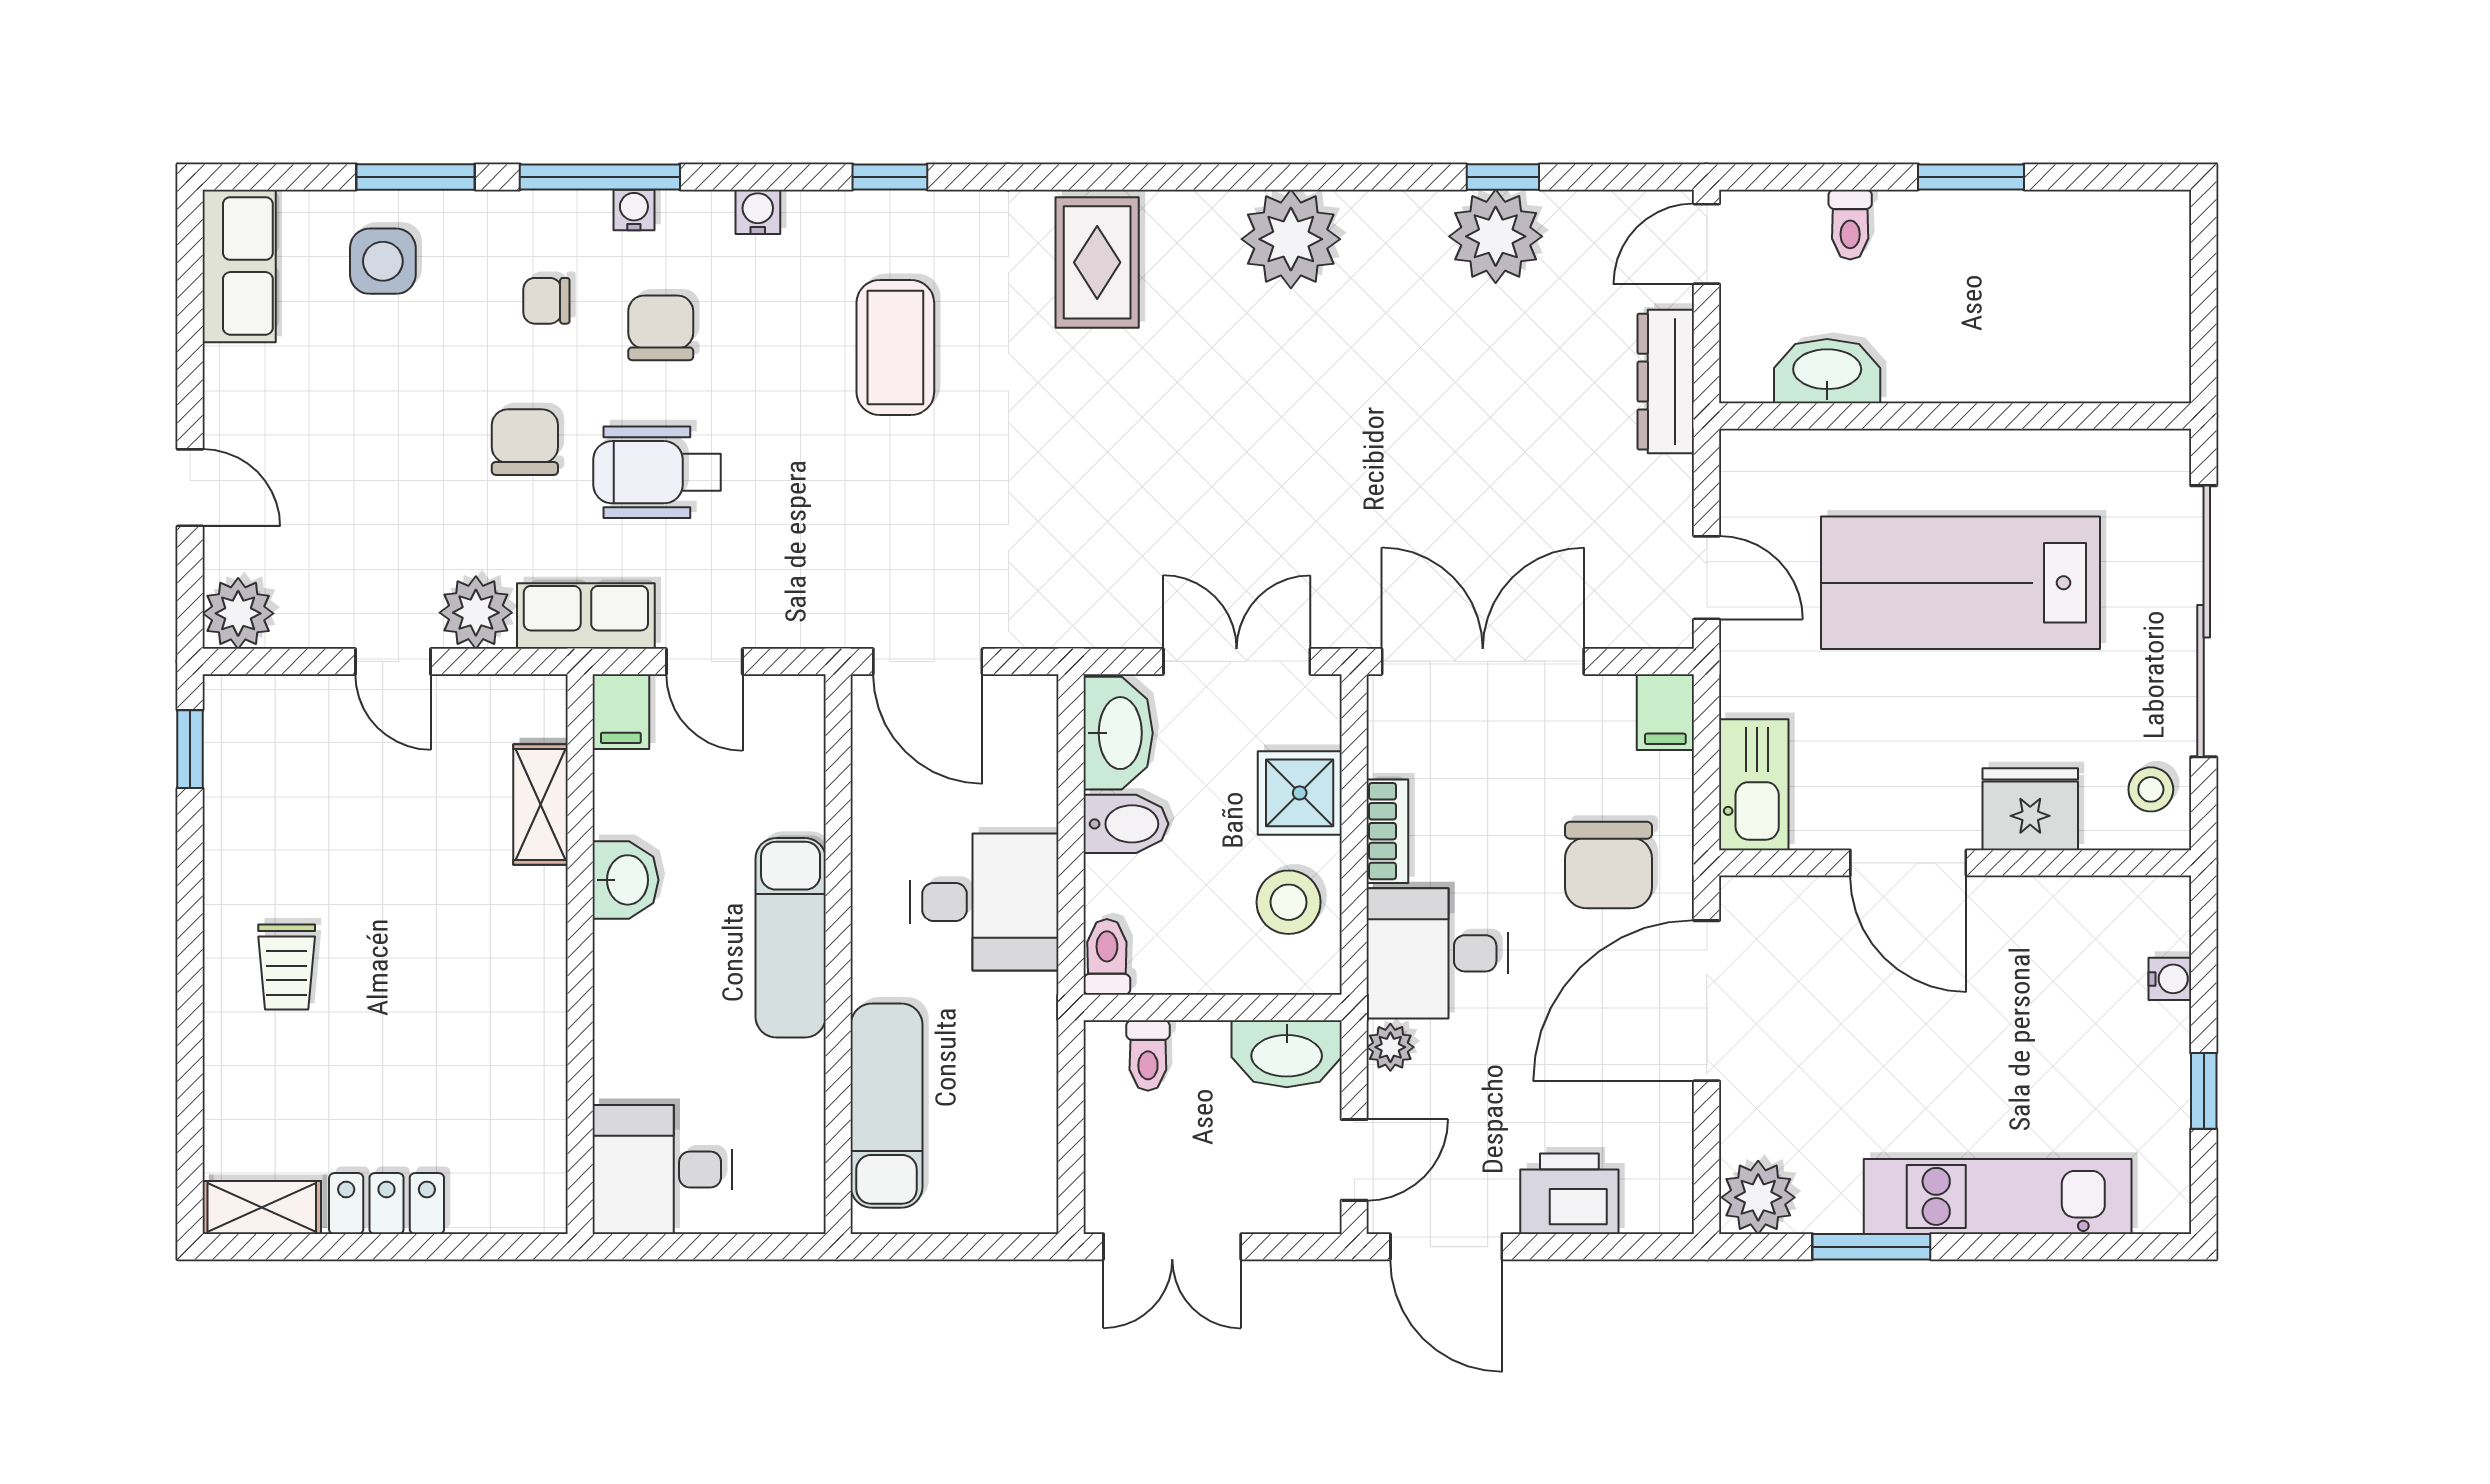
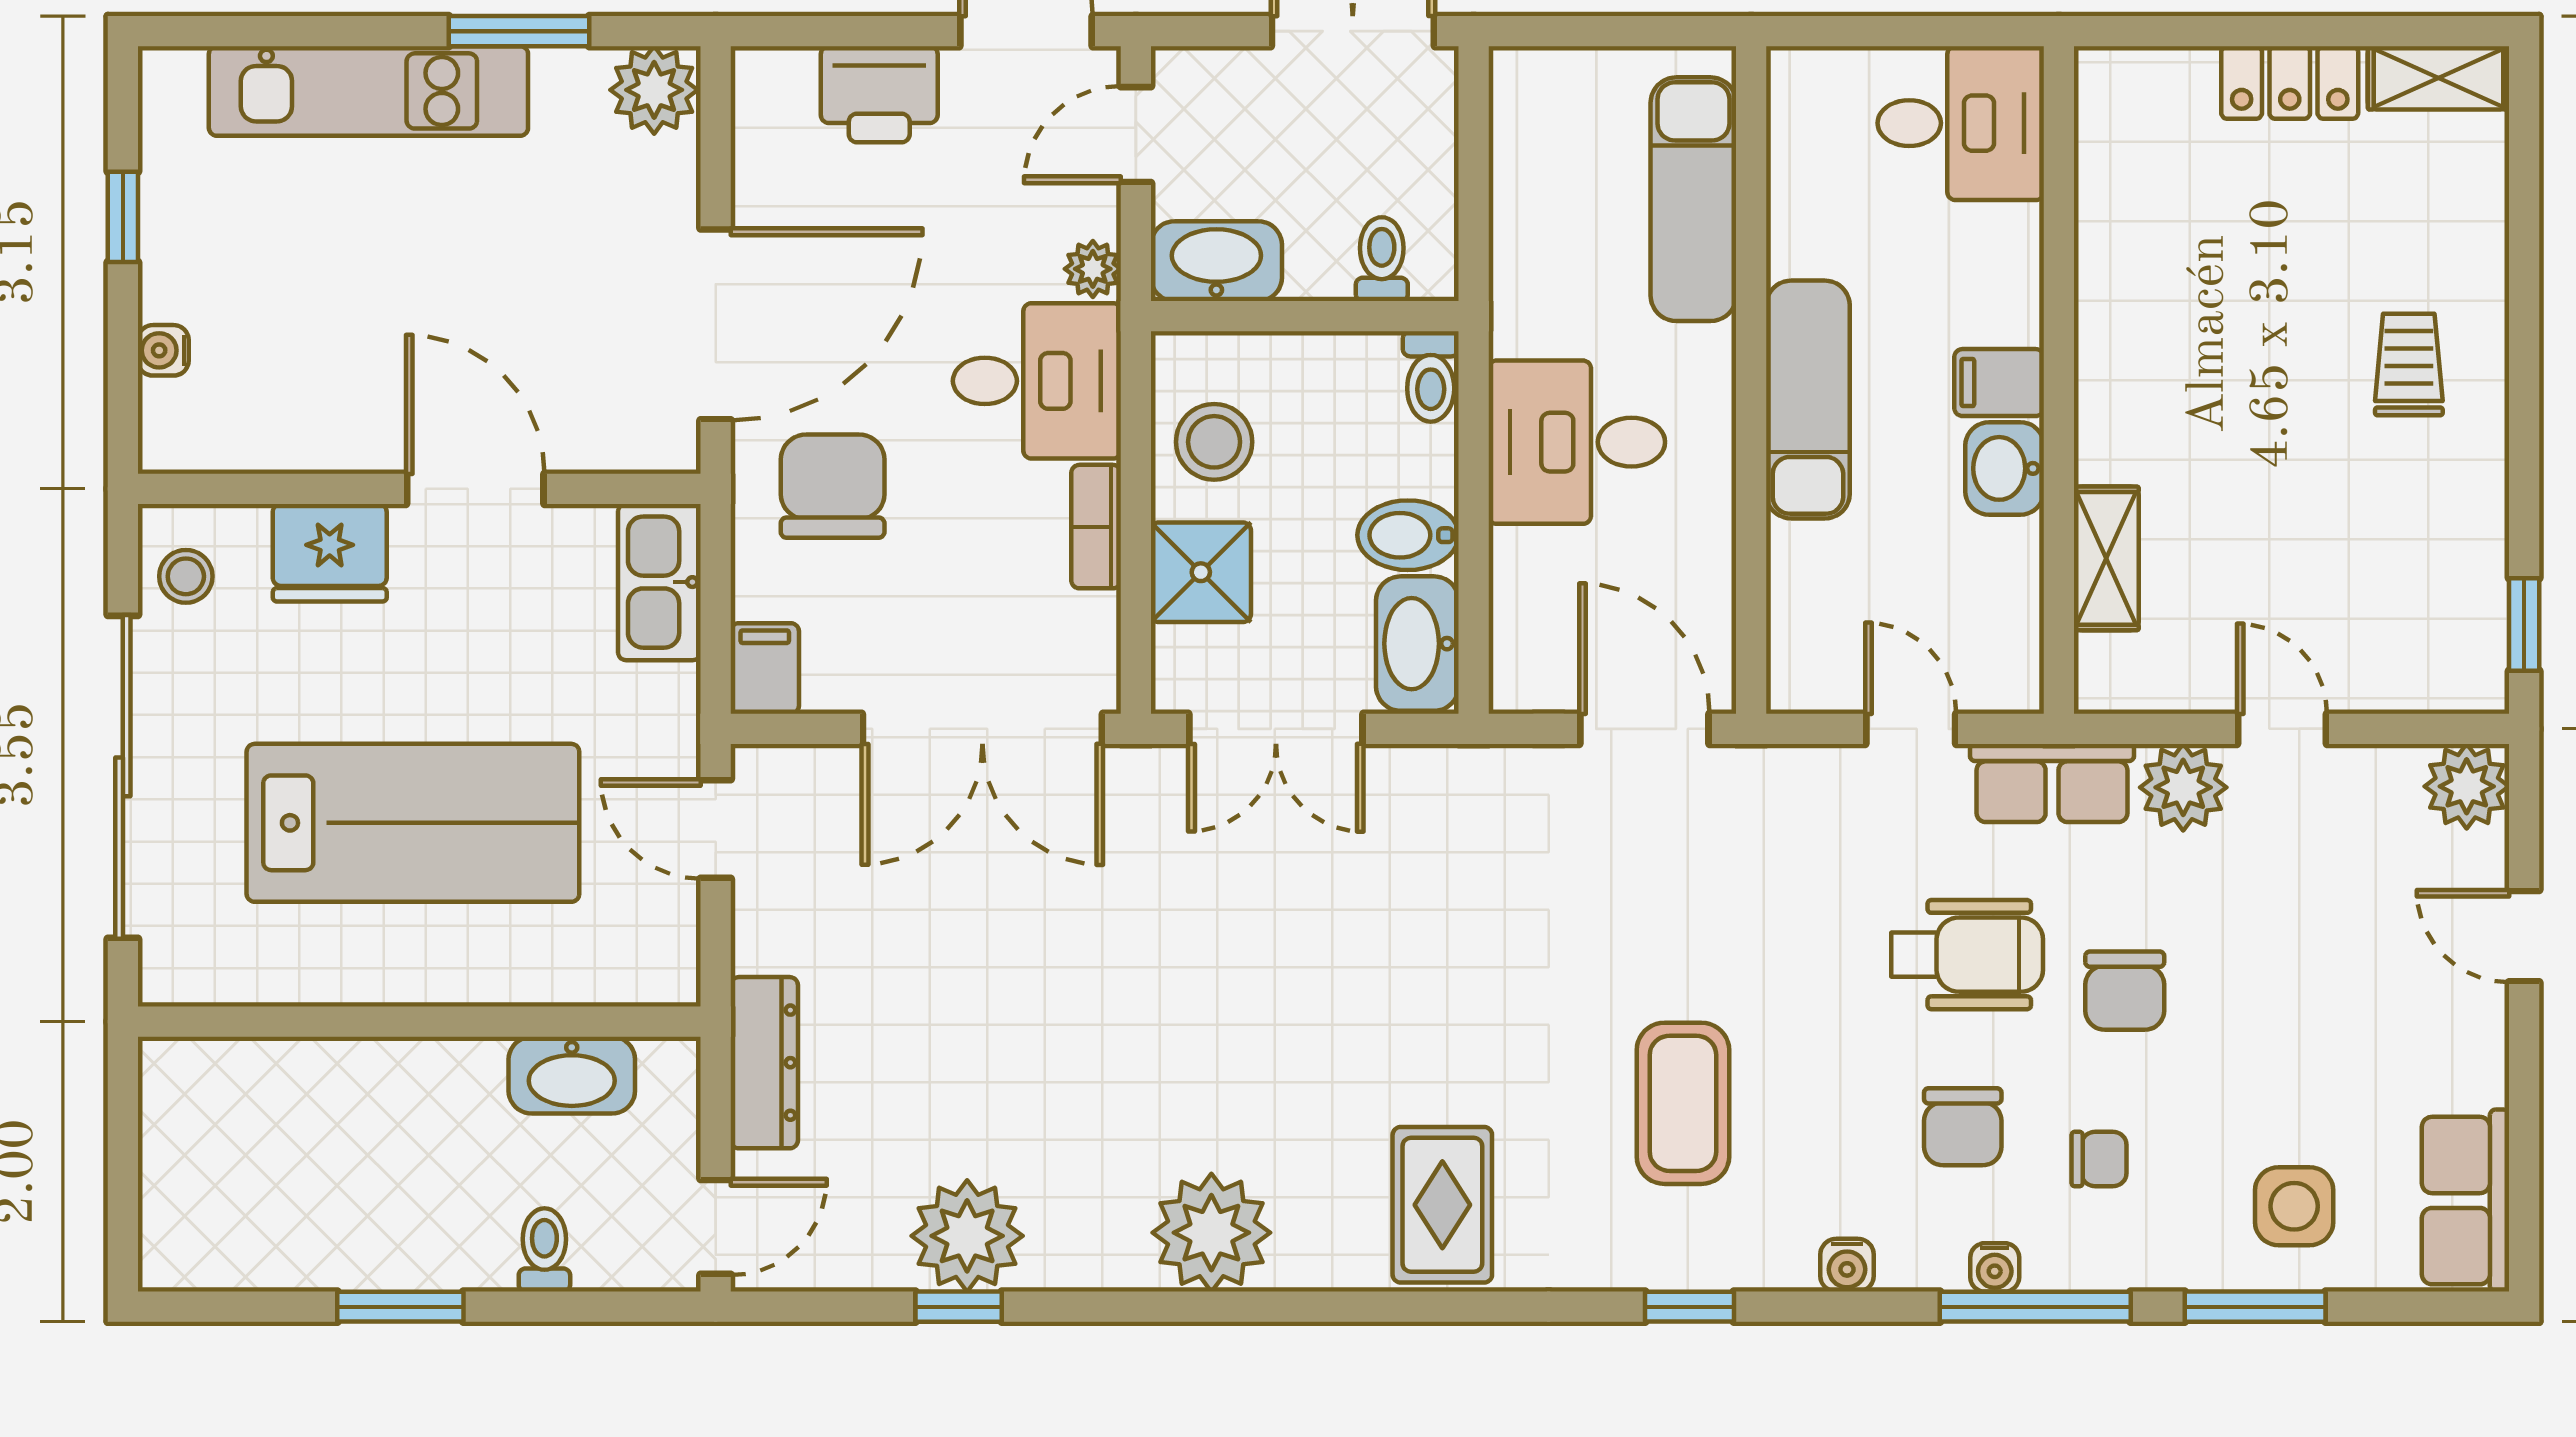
filing cabinet: (621, 712) -> (1999, 383), moved, turned -90

